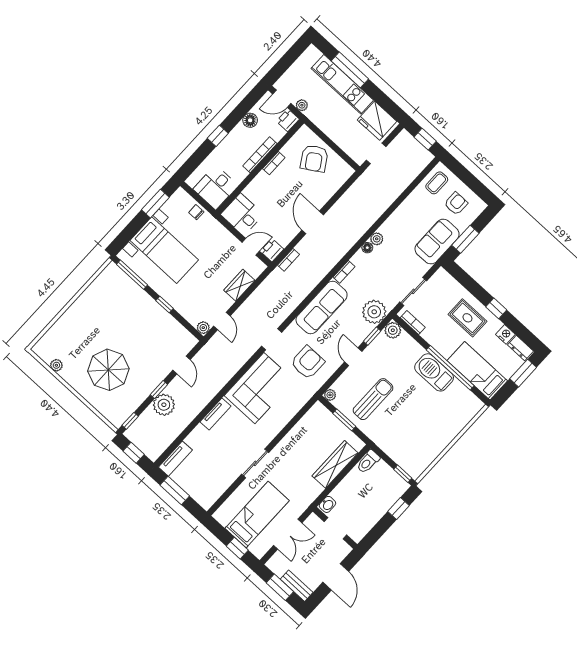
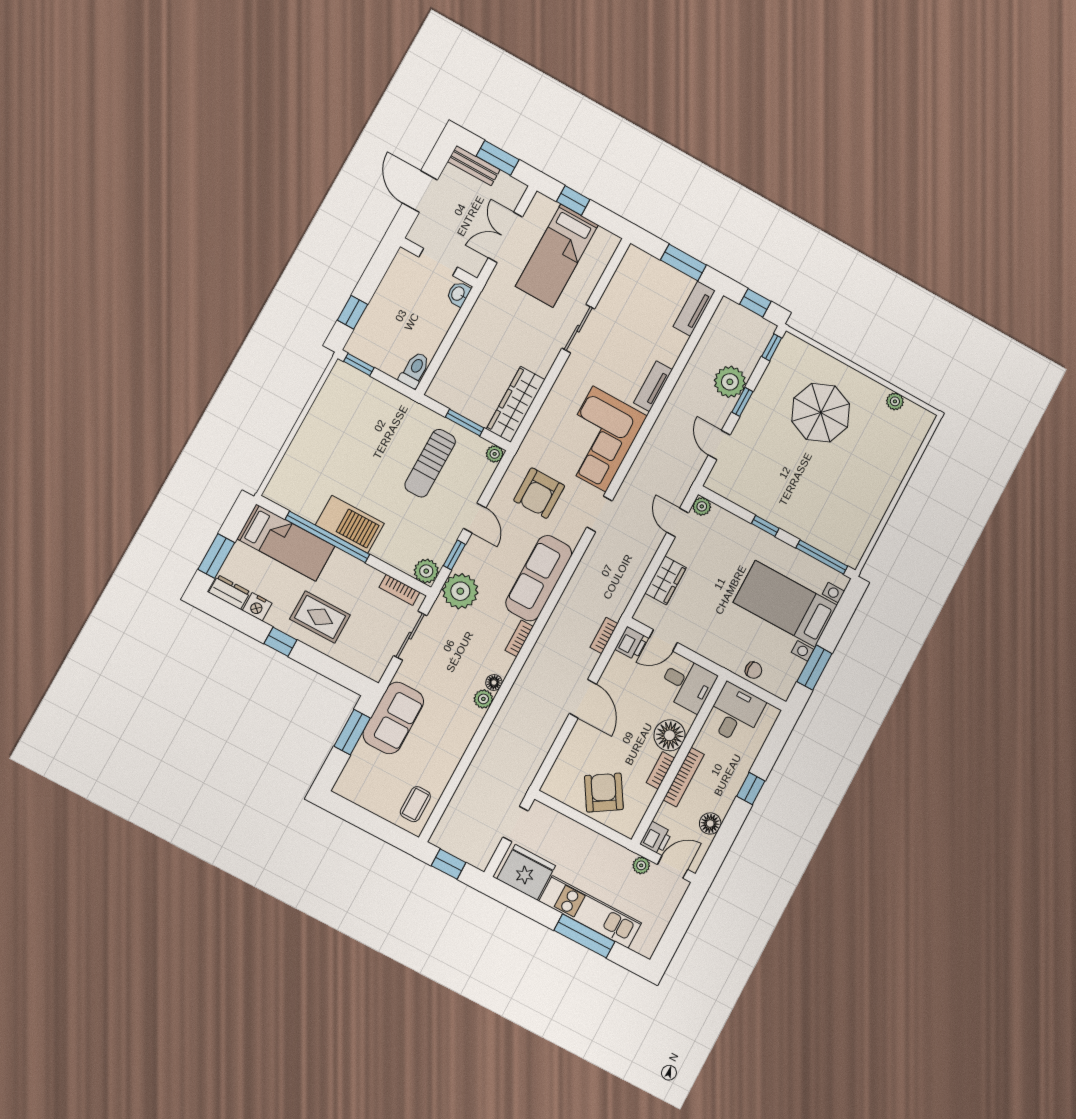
floor lamp: (262, 184) -> (670, 735), added
armchair: (456, 204) -> (379, 781), removed
wardrobe: (335, 464) -> (516, 404), moved, turned 180

